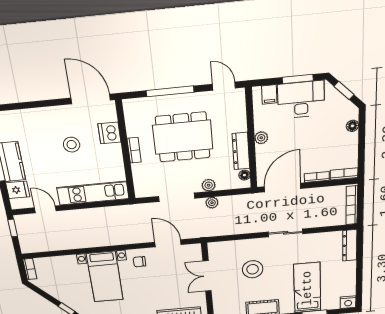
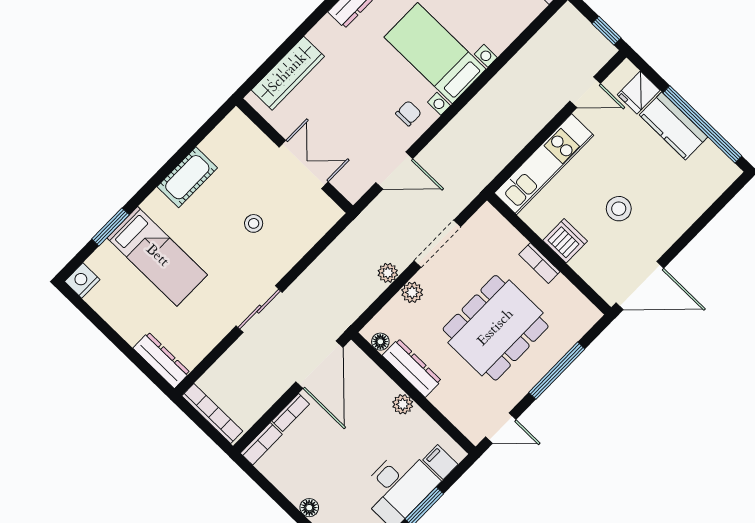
dishwasher: (109, 133) -> (565, 241), moved
stool: (253, 269) -> (254, 223), width x0.53, depth x0.53

